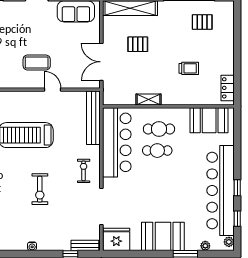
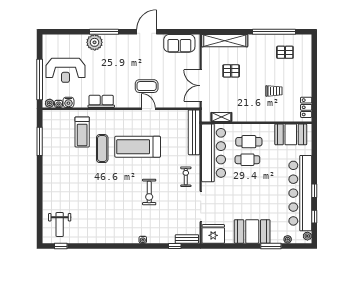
door: (53, 90) -> (148, 109), moved
shelving: (148, 99) -> (221, 117), moved

